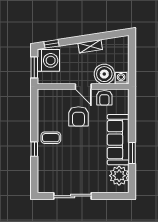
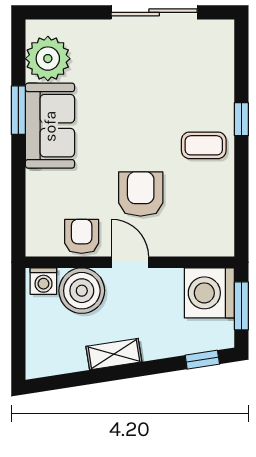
washing machine: (48, 60) -> (209, 293), moved
sofa: (118, 140) -> (50, 126), width x0.73

